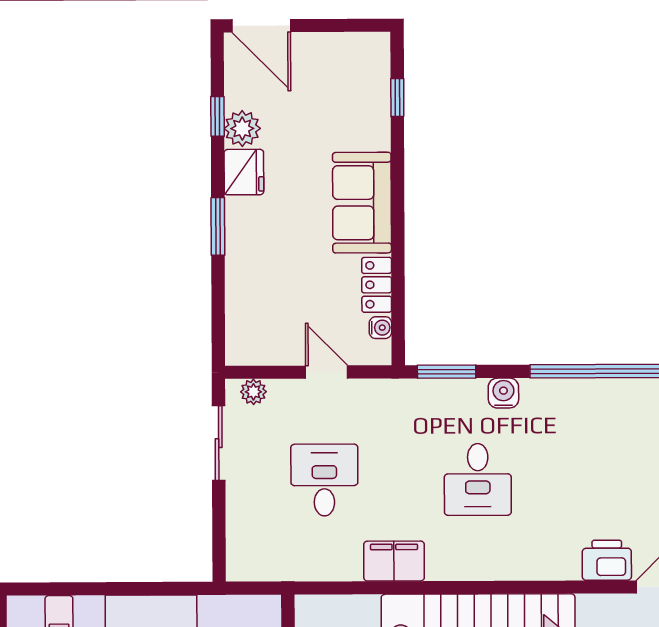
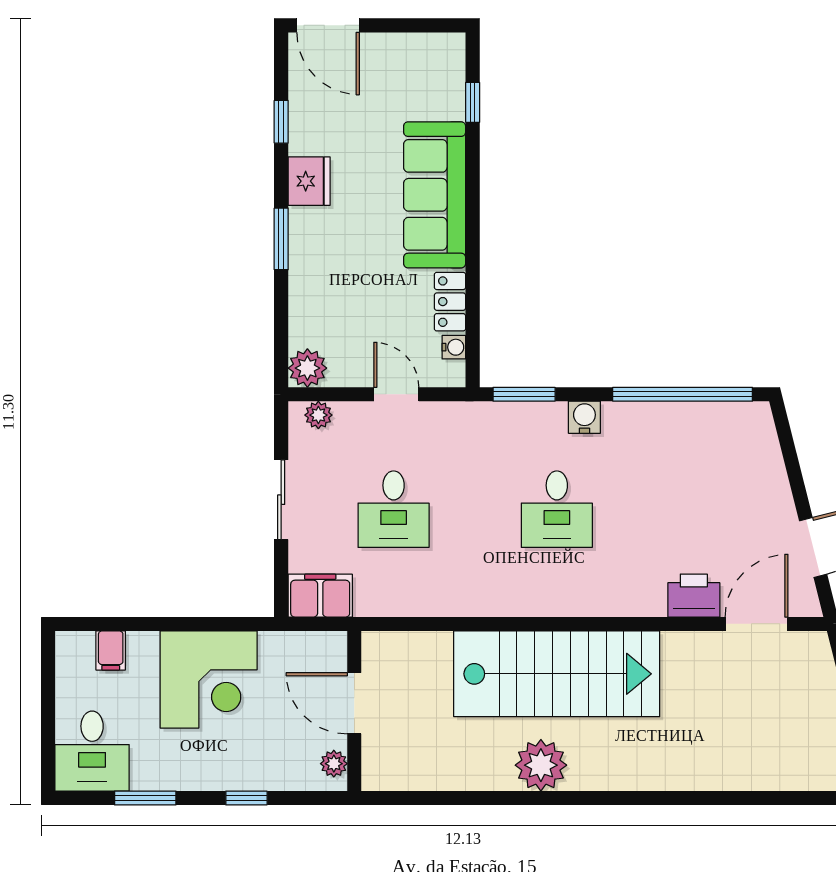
plant: (242, 128) -> (307, 368), moved
sofa: (362, 203) -> (435, 195), width x1.36
sliding door: (219, 443) -> (281, 500), moved
desk: (324, 480) -> (394, 509), turned 180
filing cabinet: (394, 561) -> (320, 596), moved

